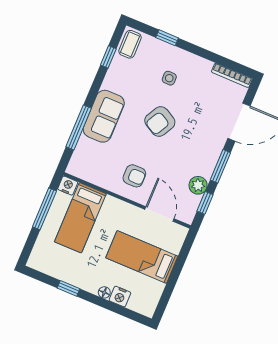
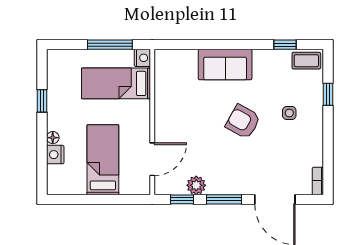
bookcase: (232, 75) -> (318, 181), width x0.64
window: (79, 127) -> (204, 45), removed
armchair: (134, 176) -> (179, 119), removed

